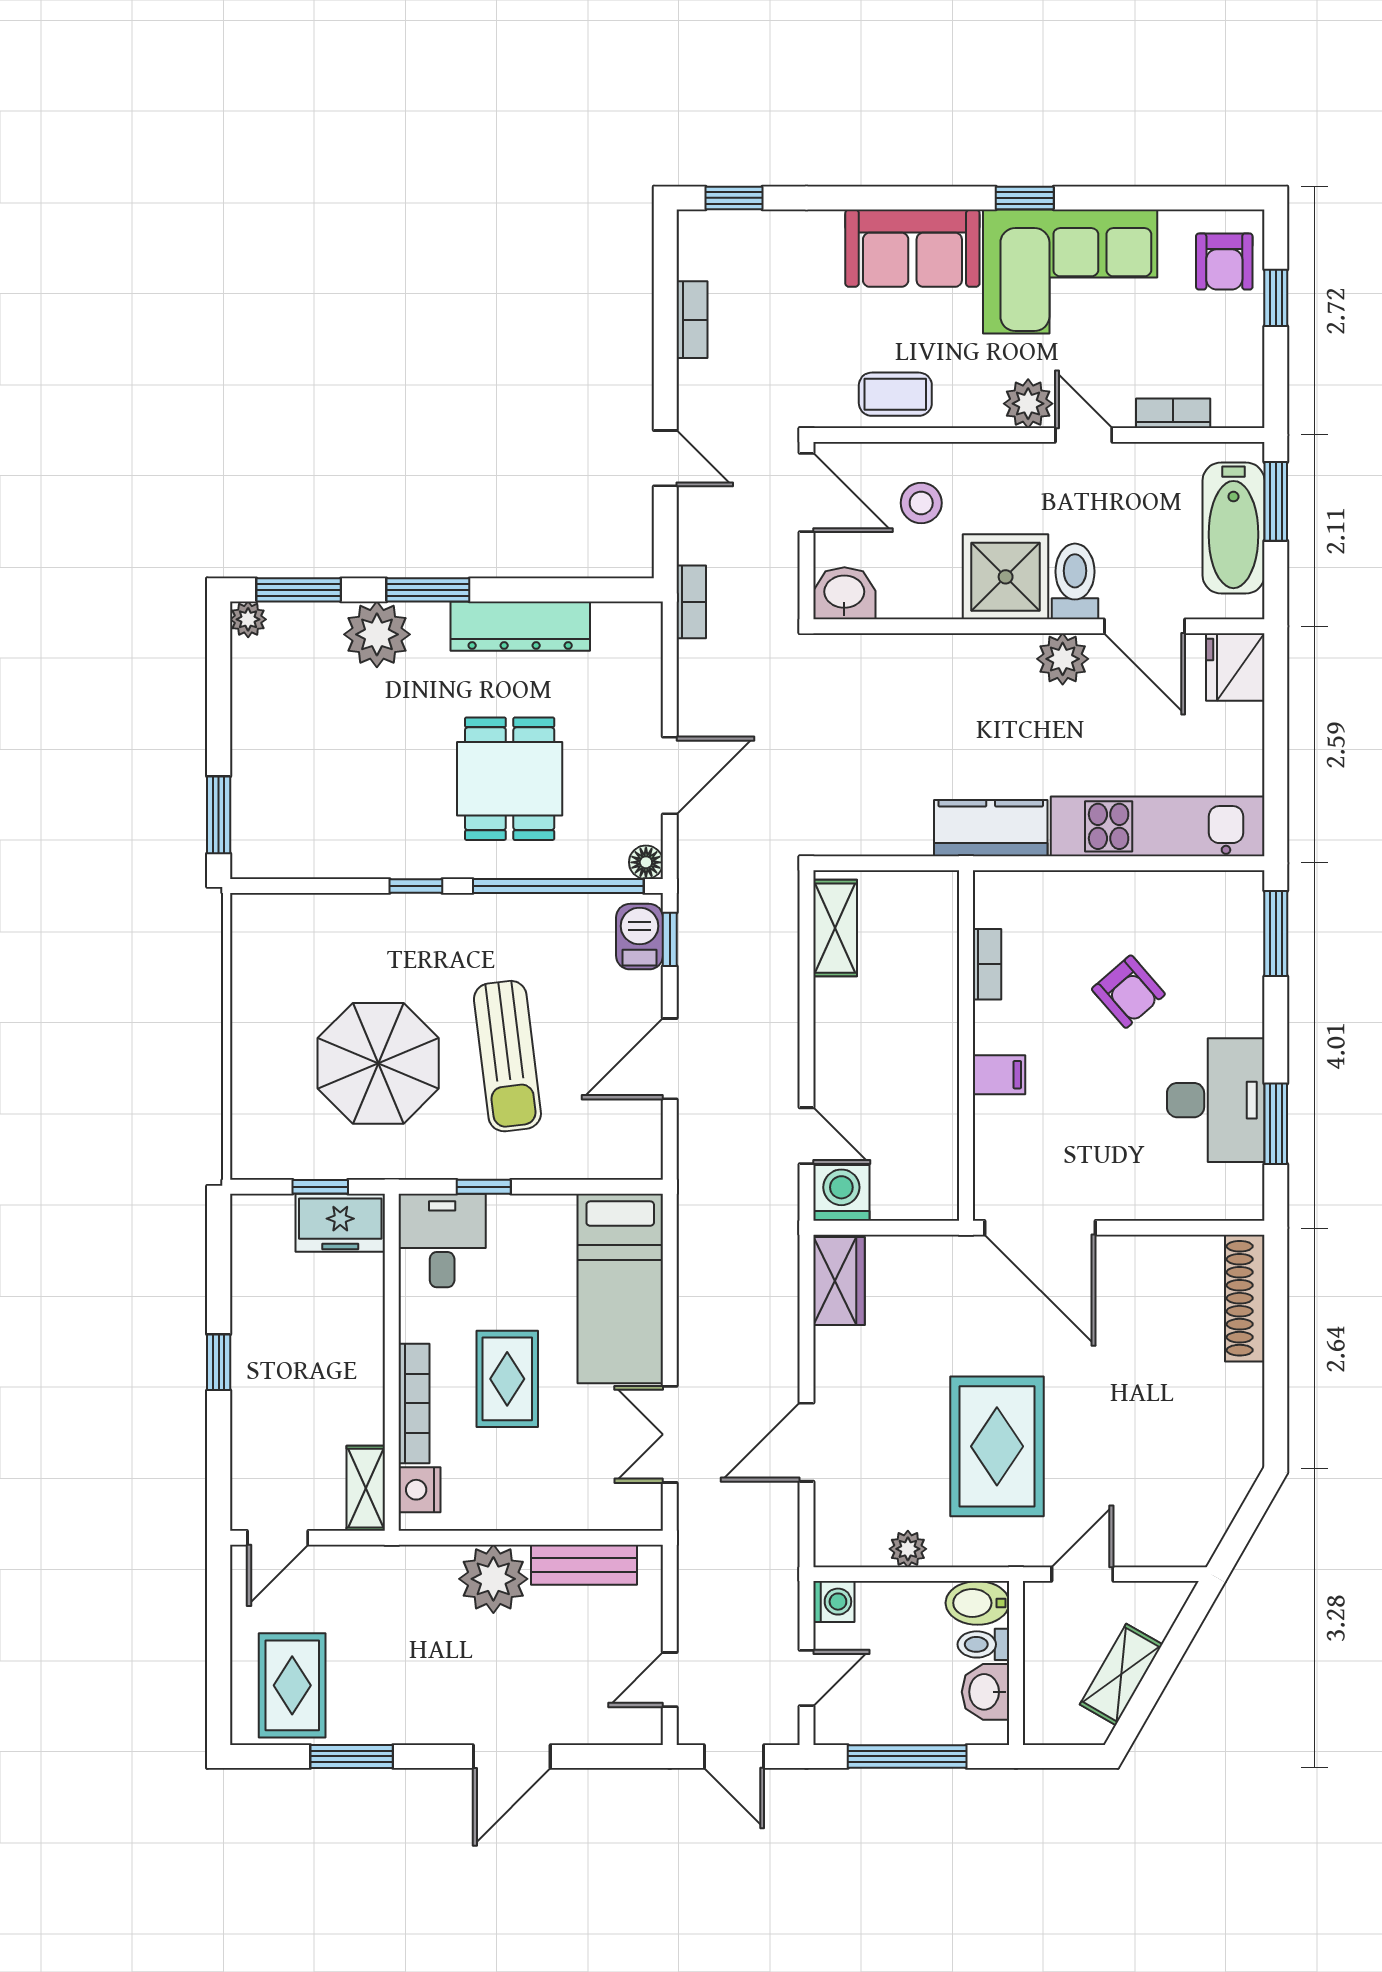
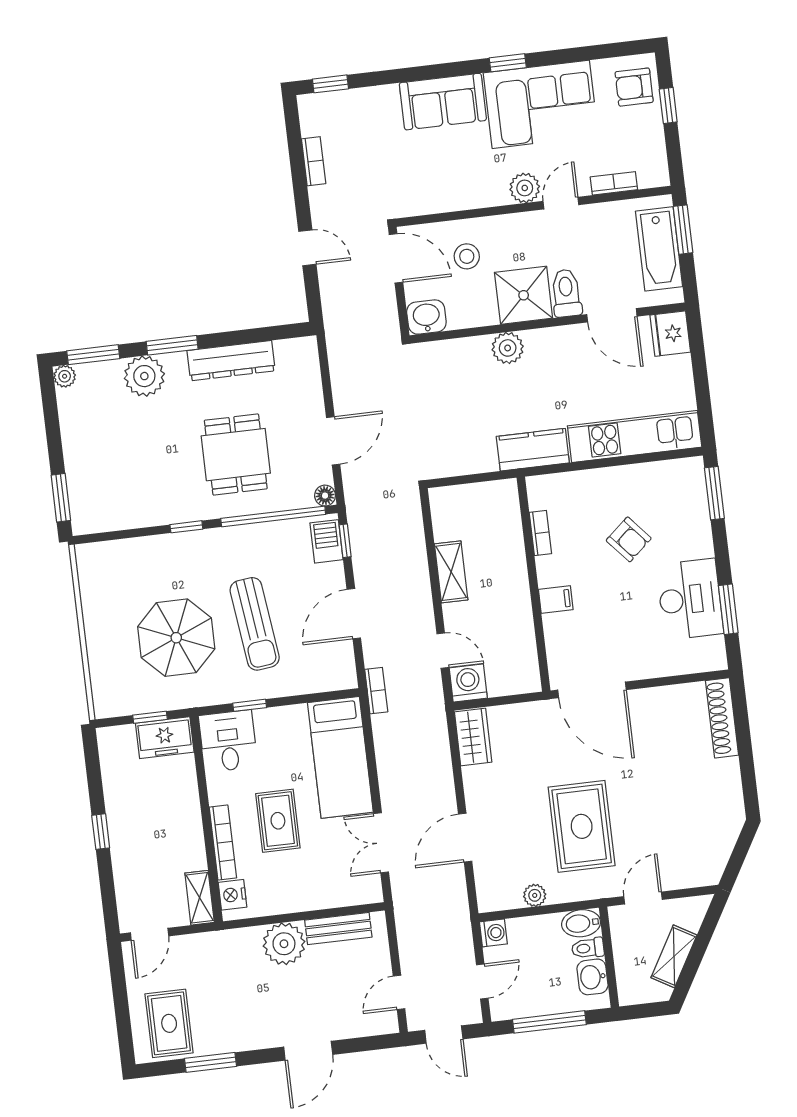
armchair: (1224, 262) -> (634, 87), turned 90
coffee table: (895, 394) -> (443, 192), removed
door: (1084, 435) -> (561, 203), hinge flipped
bookcase: (691, 602) -> (376, 691), moved
plant: (1063, 659) -> (508, 348), moved
shelving: (835, 928) -> (451, 572), moved

